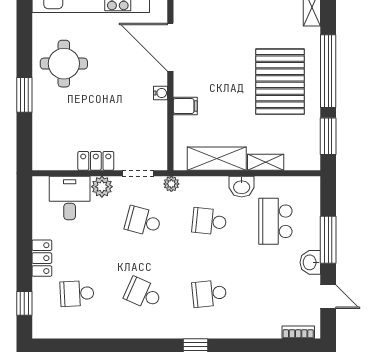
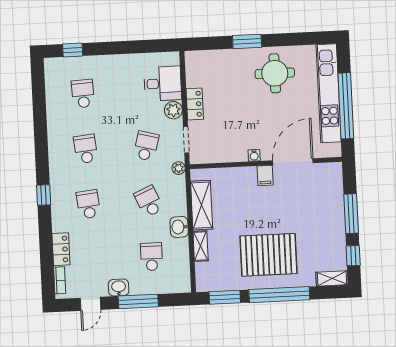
filing cabinet: (185, 106) -> (265, 176), moved
school desk: (209, 221) -> (149, 201), turned -30
school desk: (275, 221) -> (152, 257), width x0.54
locker: (42, 258) -> (61, 249), moved, turned -90
school desk: (143, 294) -> (86, 149), turned -30

